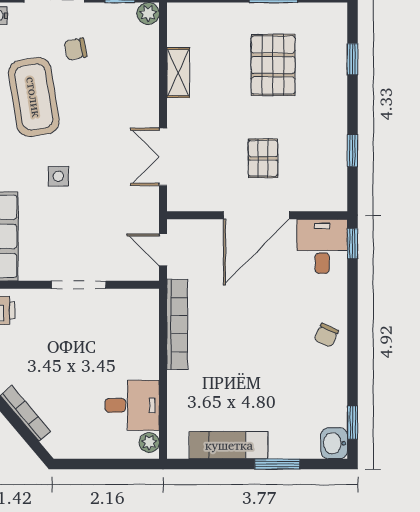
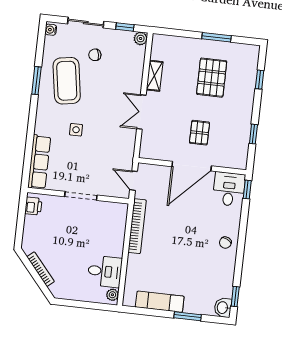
double door: (163, 157) -> (141, 112), moved

